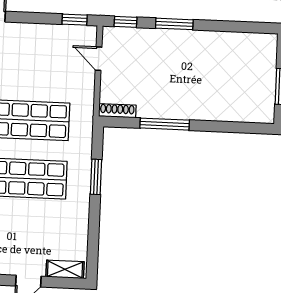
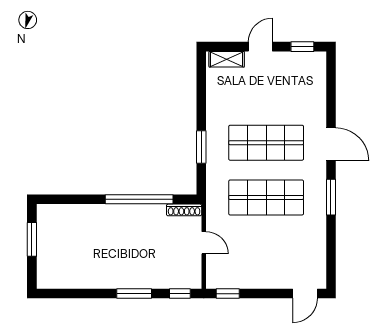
door: (99, 59) -> (204, 243), moved
window: (165, 124) -> (139, 199), width x1.46

